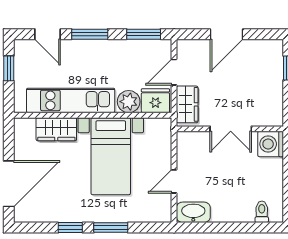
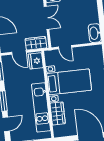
plant: (129, 102) -> (38, 75), removed
door: (174, 181) -> (65, 47), moved

